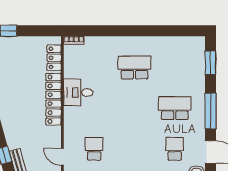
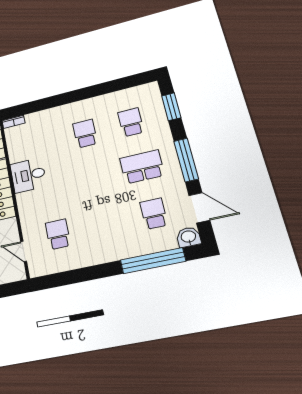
school desk: (134, 68) -> (85, 134), width x0.54
school desk: (175, 68) -> (131, 122), added

